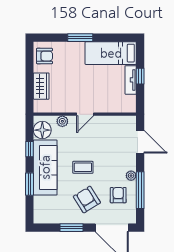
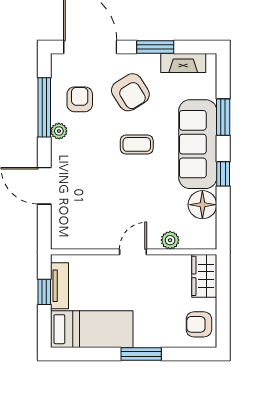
door: (85, 114) -> (133, 252), moved
wall: (85, 114) -> (134, 252), moved
plant: (62, 121) -> (170, 240), moved
armchair: (118, 195) -> (80, 99), turned 180
fireplace: (54, 218) -> (183, 63), added

